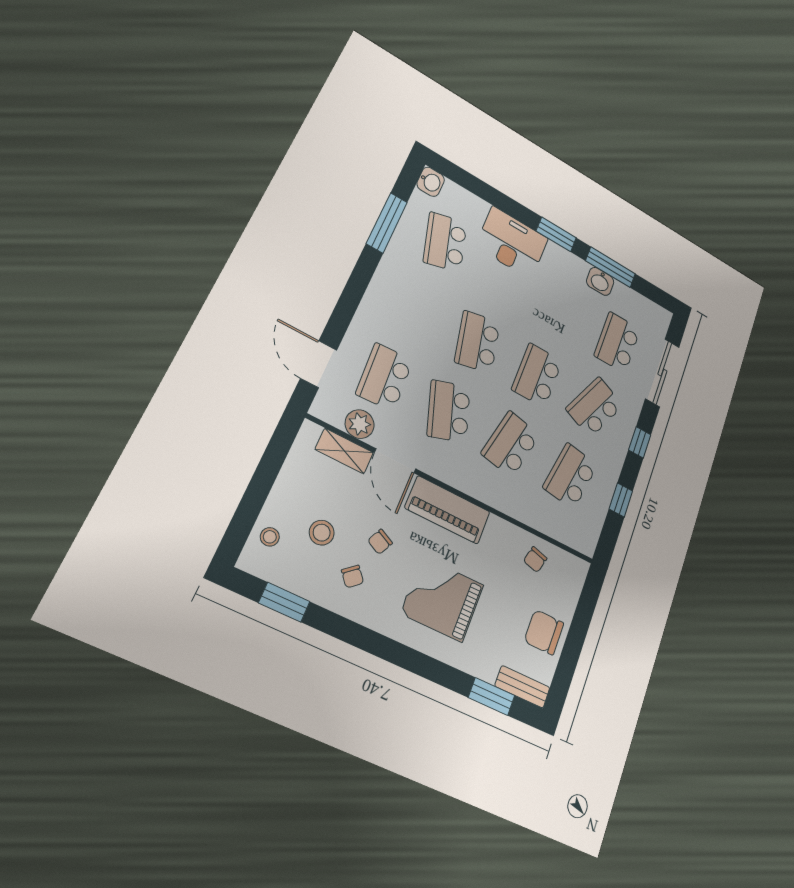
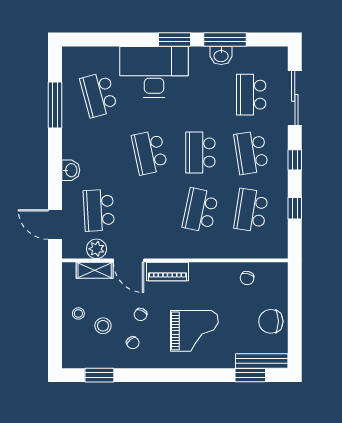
washbasin: (431, 182) -> (71, 170), moved
desk: (512, 243) -> (154, 72), width x1.36, depth x1.30
school desk: (595, 407) -> (251, 152), turned -33
school desk: (449, 411) -> (150, 210), removed
piano: (448, 510) -> (168, 271), width x0.73, depth x0.75
stool: (270, 537) -> (78, 313), moved
grand piano: (442, 599) -> (194, 331), turned 180
bench: (522, 687) -> (262, 361), width x1.36

